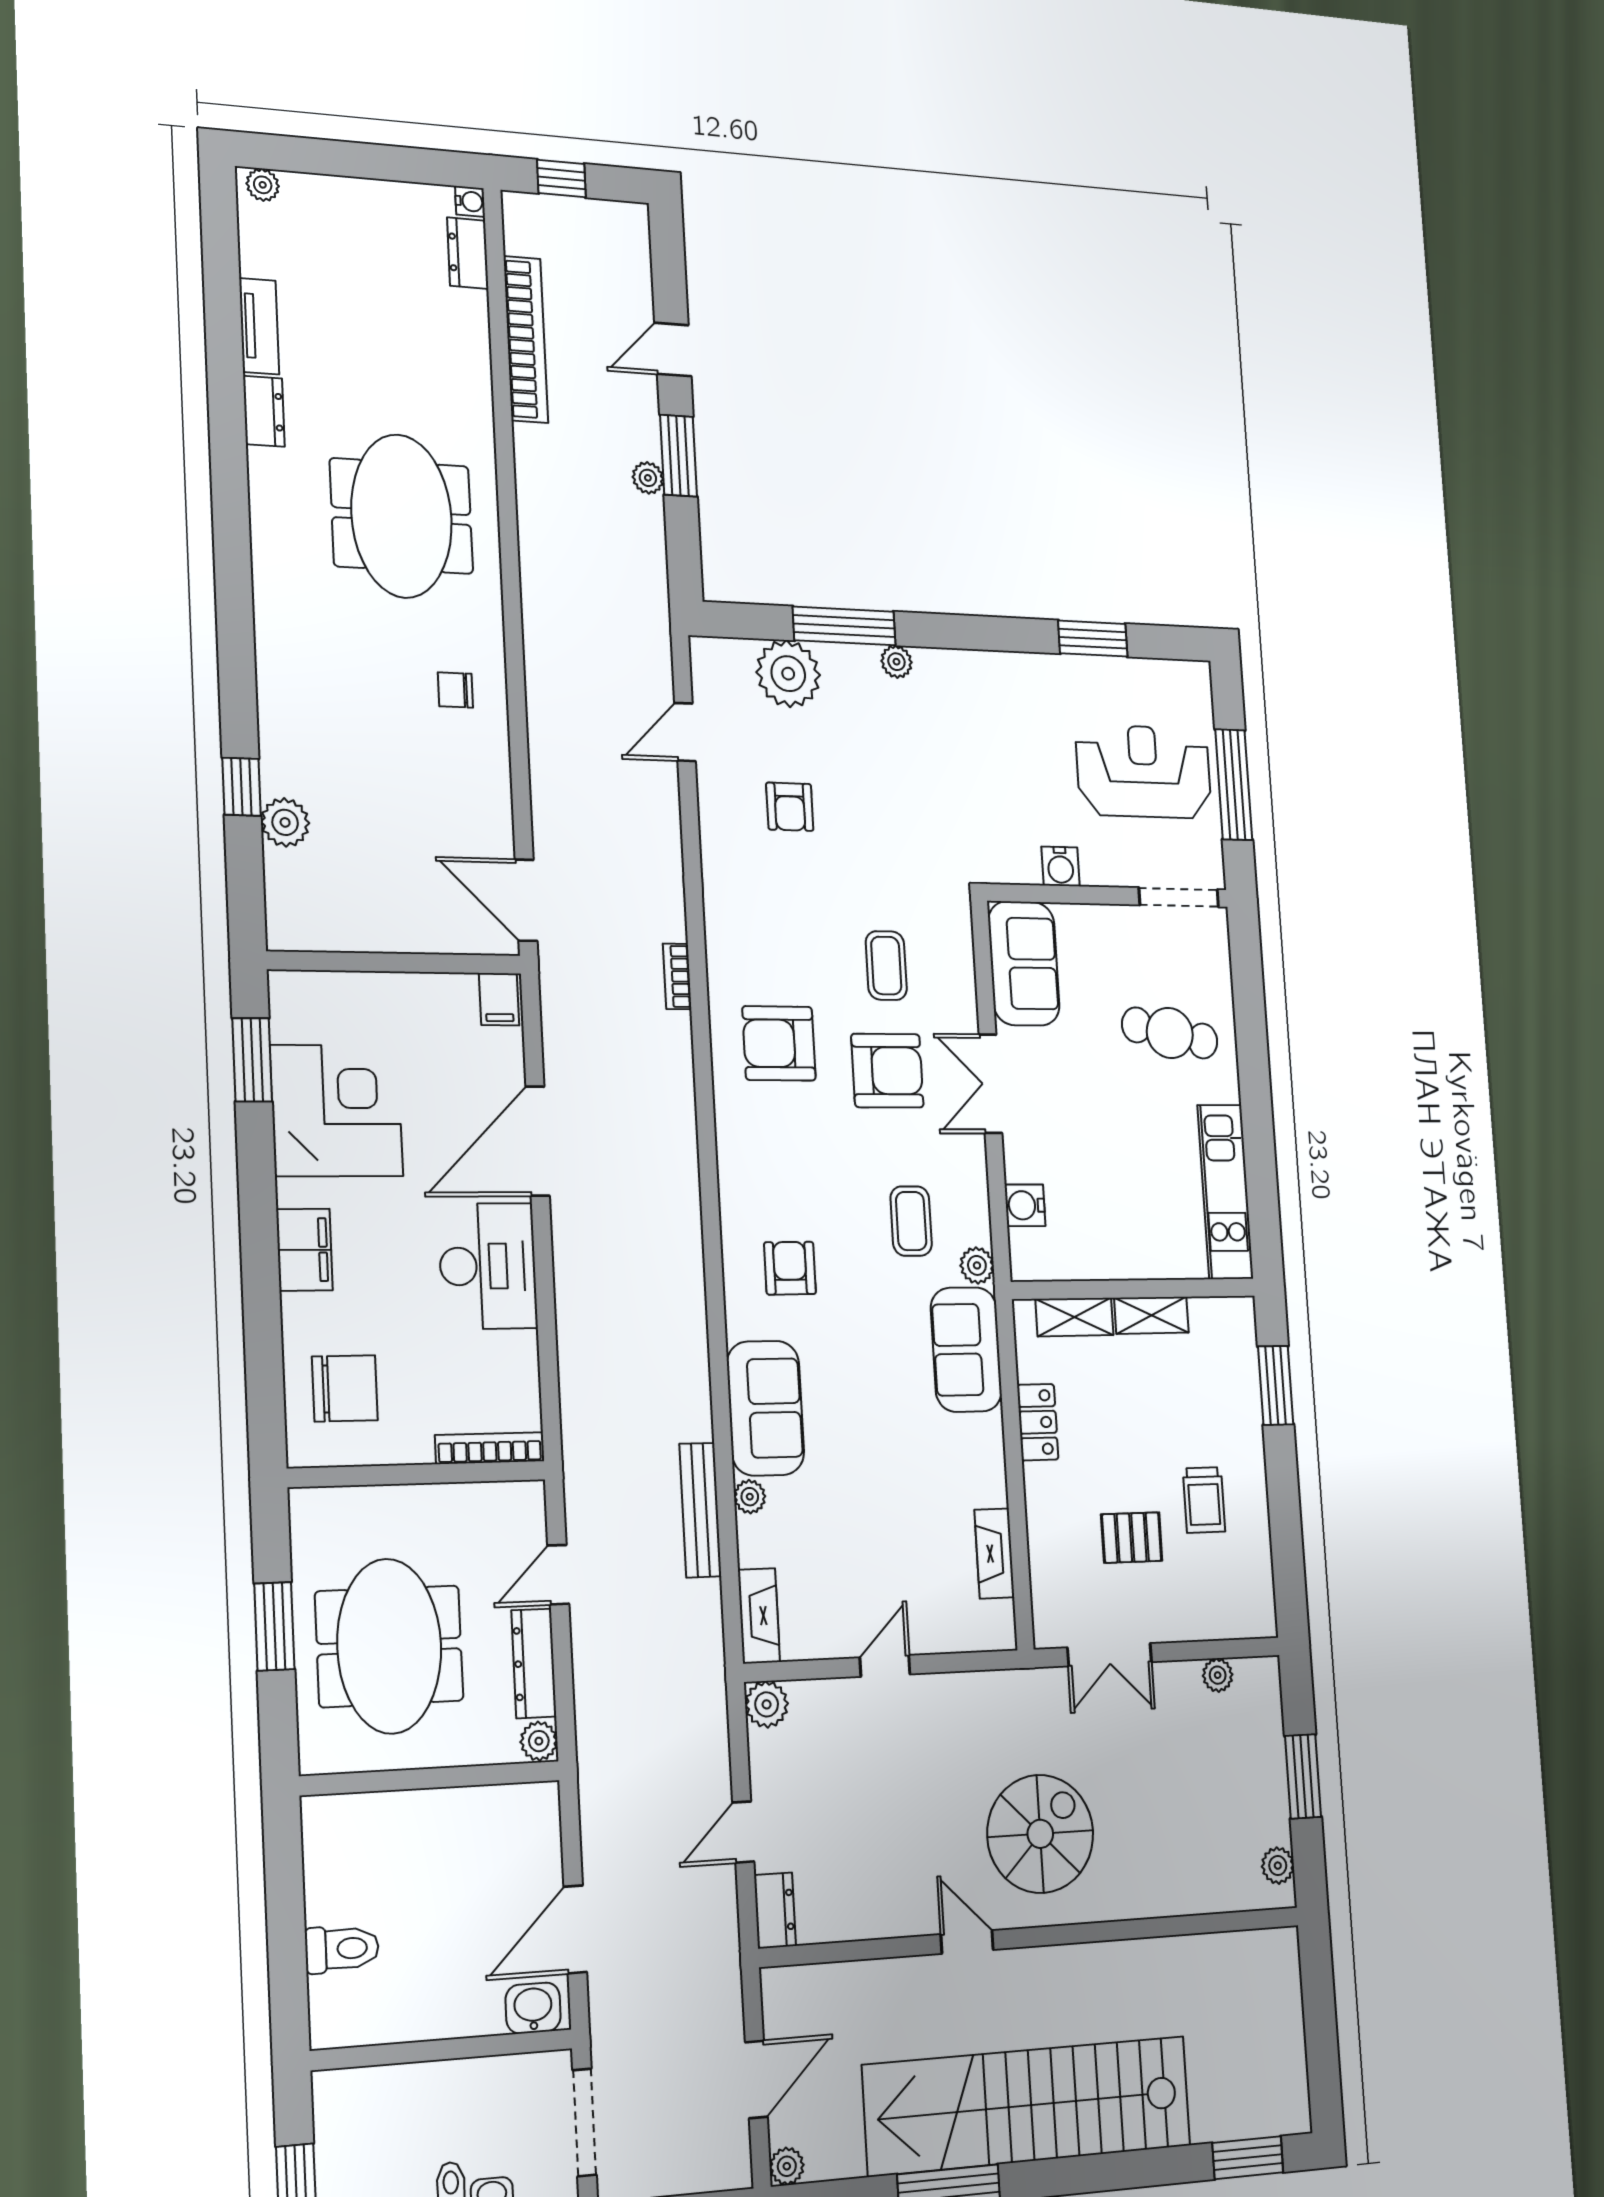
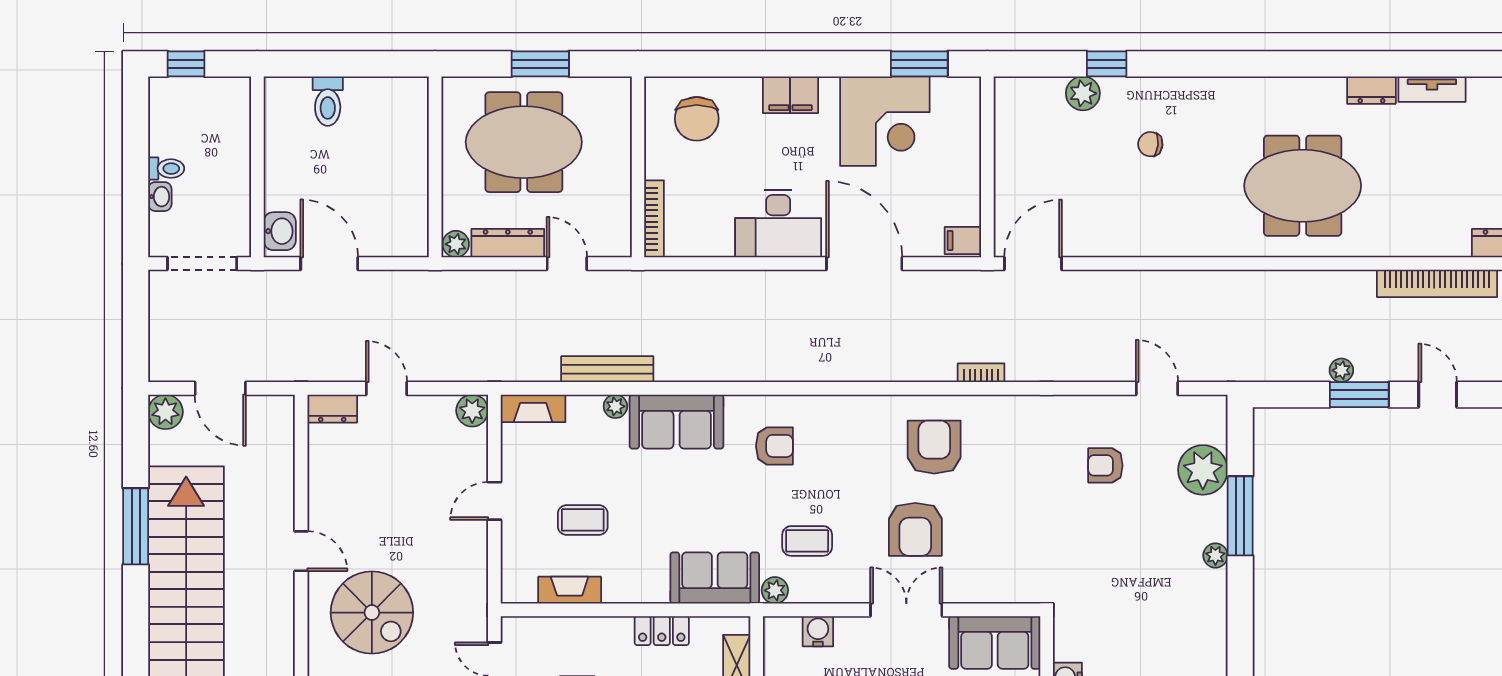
chair: (455, 690) -> (1150, 144), moved, turned -84
coffee table: (886, 966) -> (583, 520), moved
door: (885, 1666) -> (494, 501), swing flipped
door: (967, 1942) -> (301, 551), hinge flipped
plant: (787, 2166) -> (165, 412), width x1.38, depth x1.38

